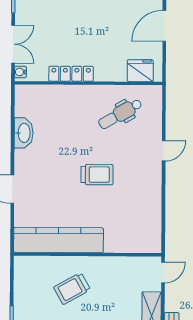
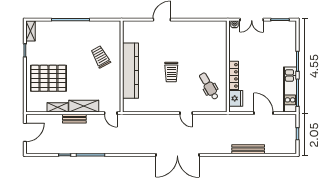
locker: (71, 74) -> (234, 75), moved
washbasin: (24, 133) -> (197, 26), removed
kitchen counter: (58, 240) -> (130, 71), moved

